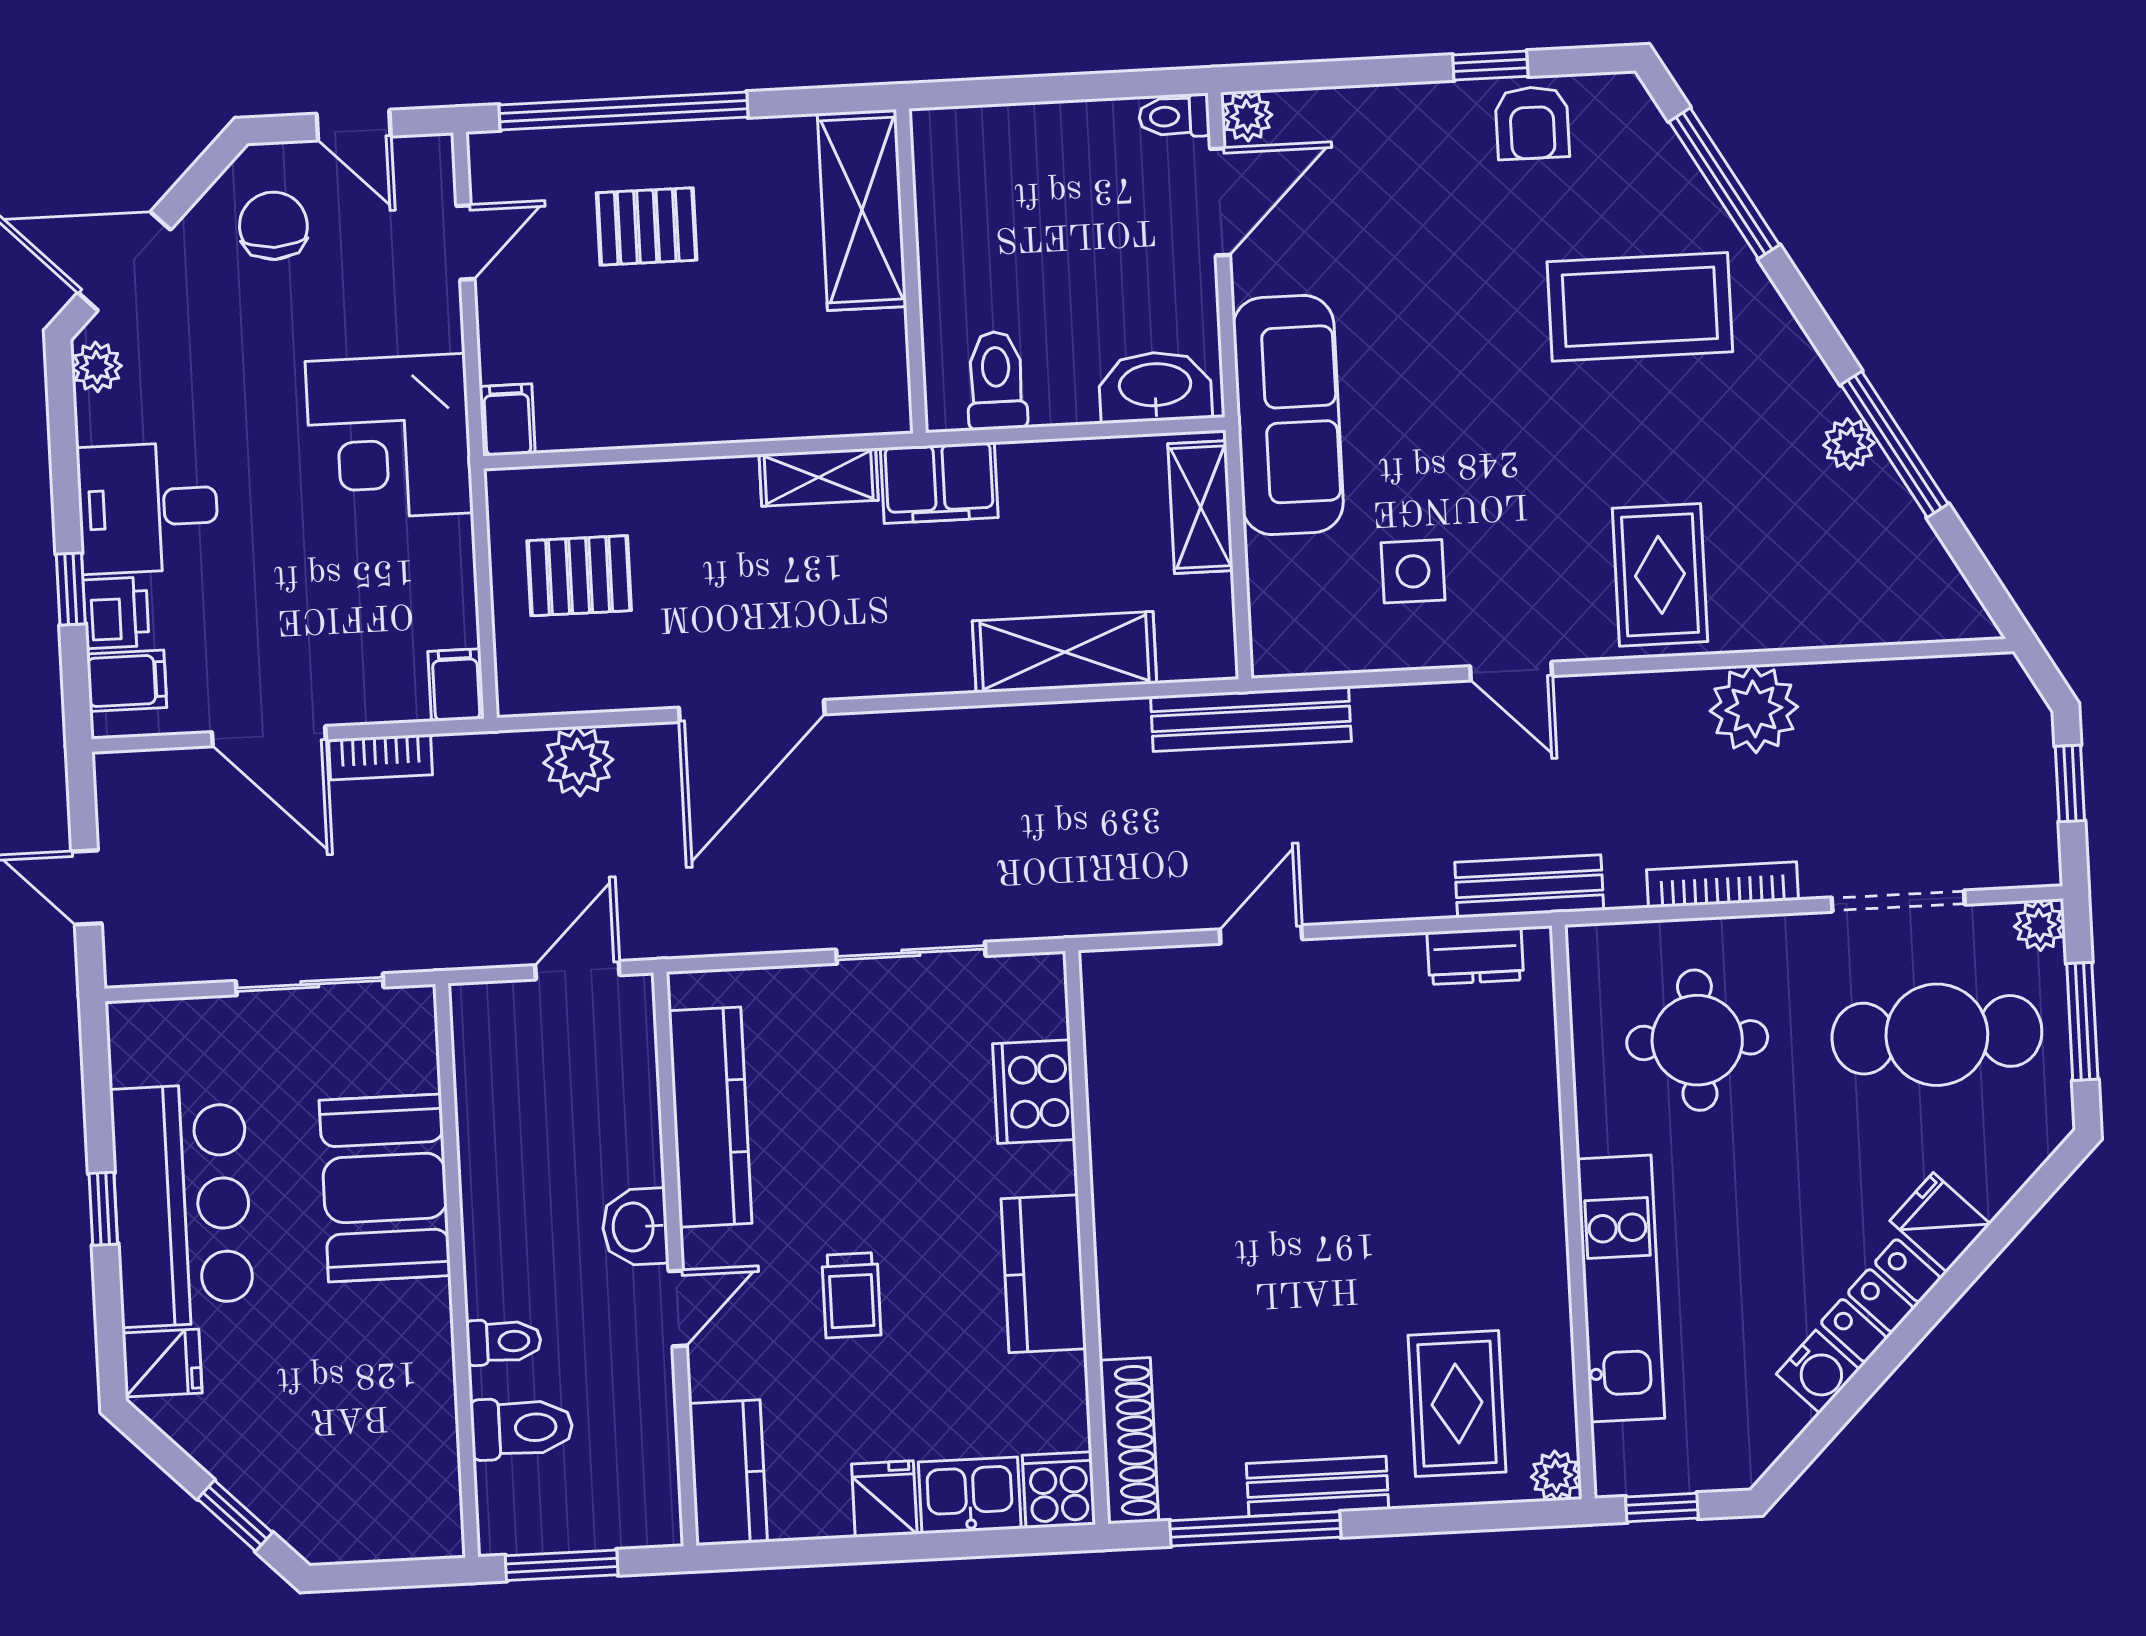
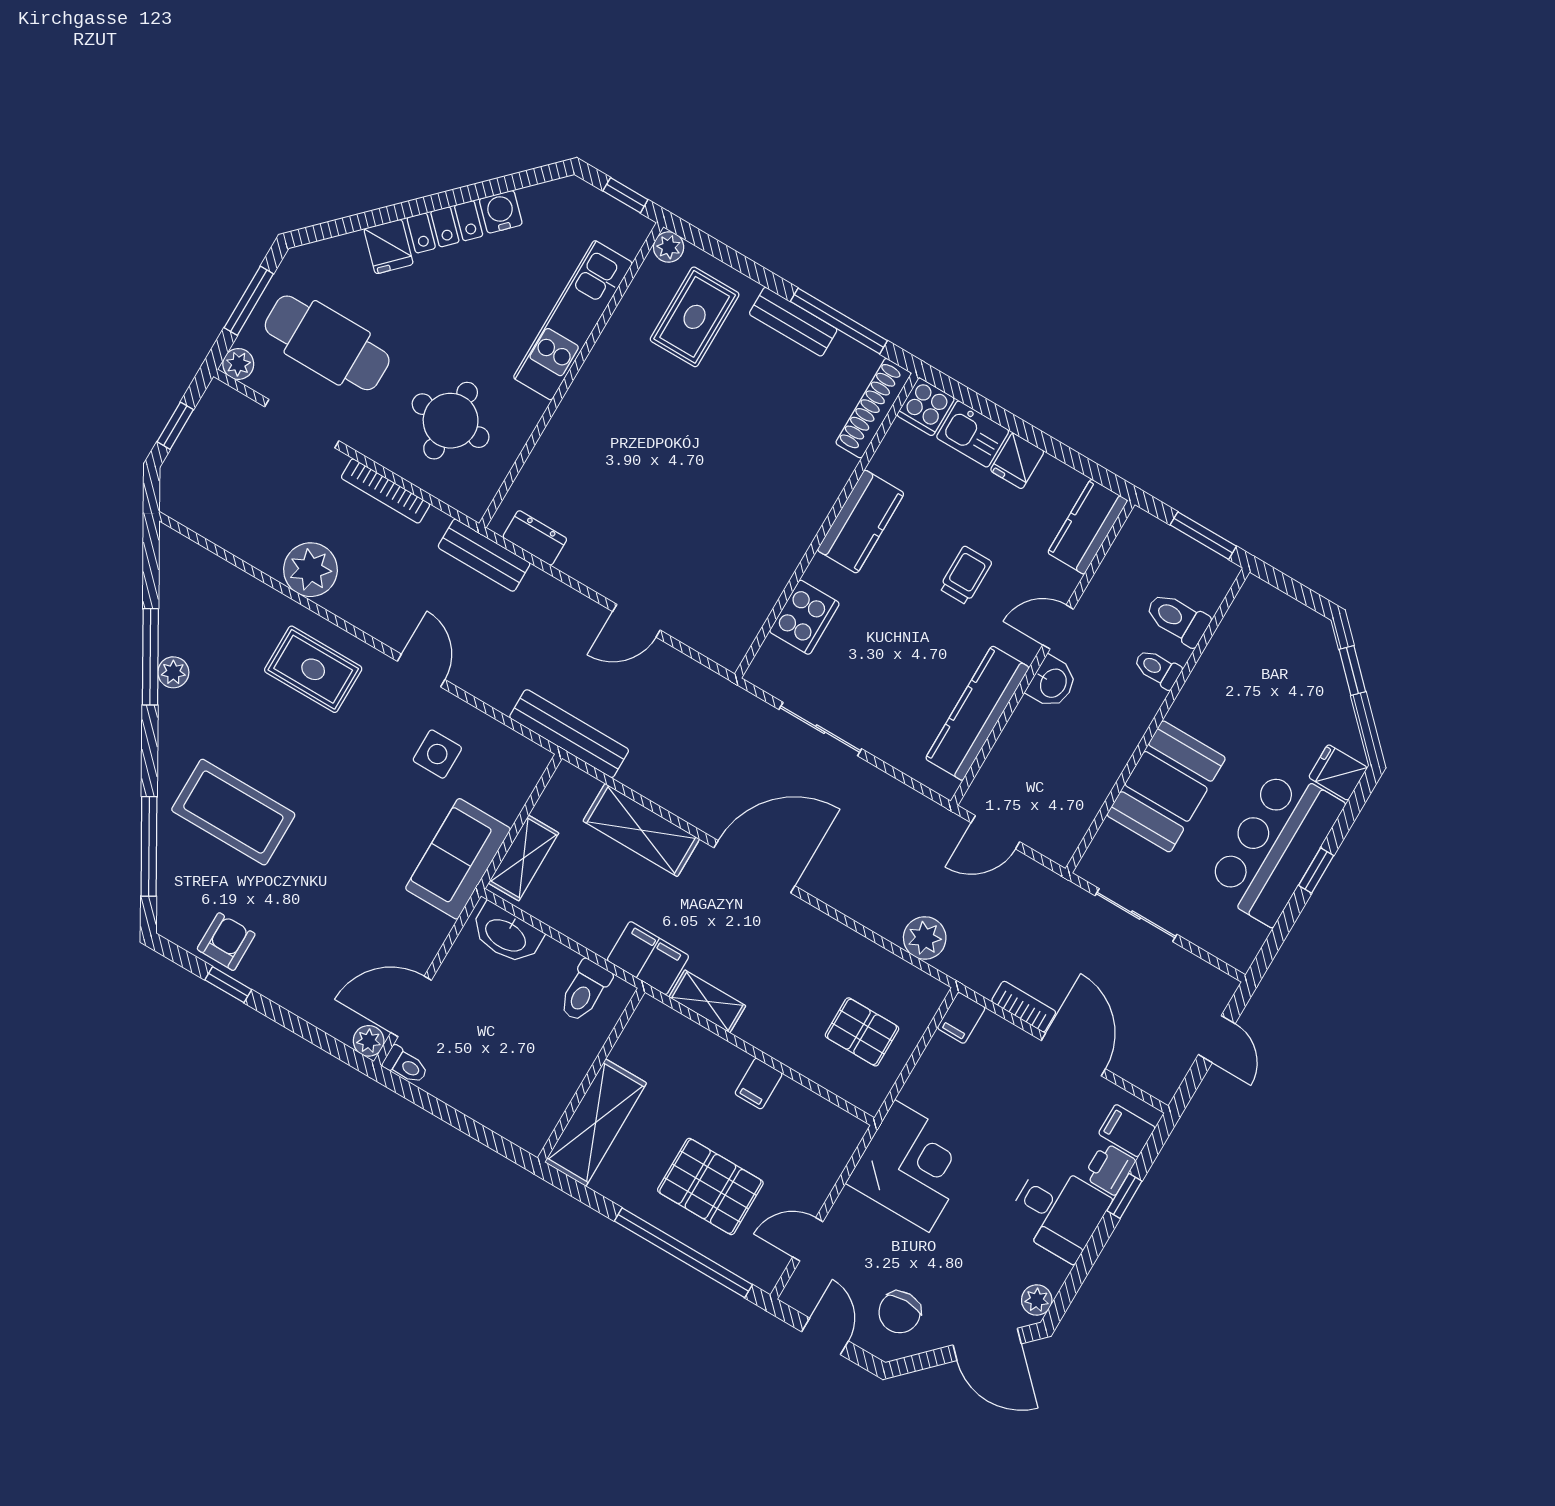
pallet: (647, 226) -> (710, 1186), width x1.50, depth x1.42
sofa: (1288, 415) -> (458, 859), width x0.73
filing cabinet: (507, 420) -> (759, 1084), moved
rug: (1660, 575) -> (313, 669), turned 90
door: (752, 711) -> (754, 867), moved

